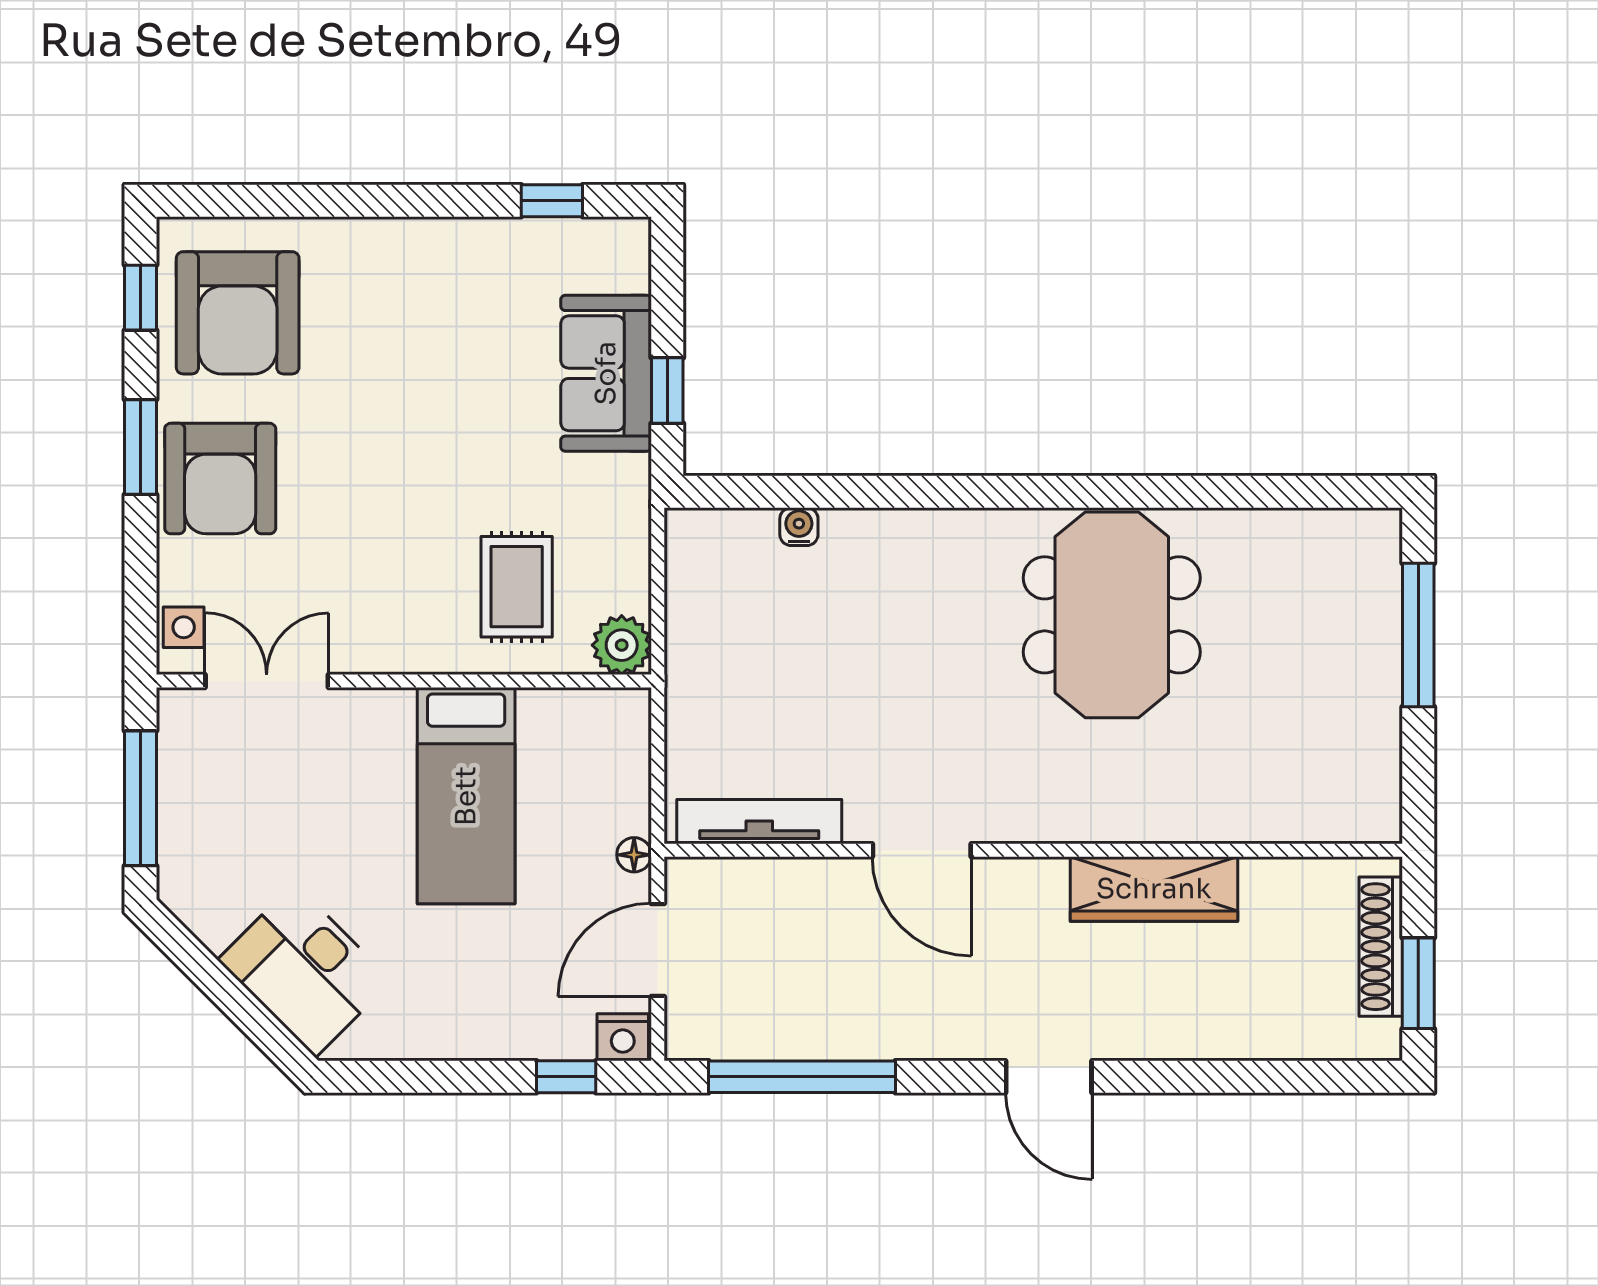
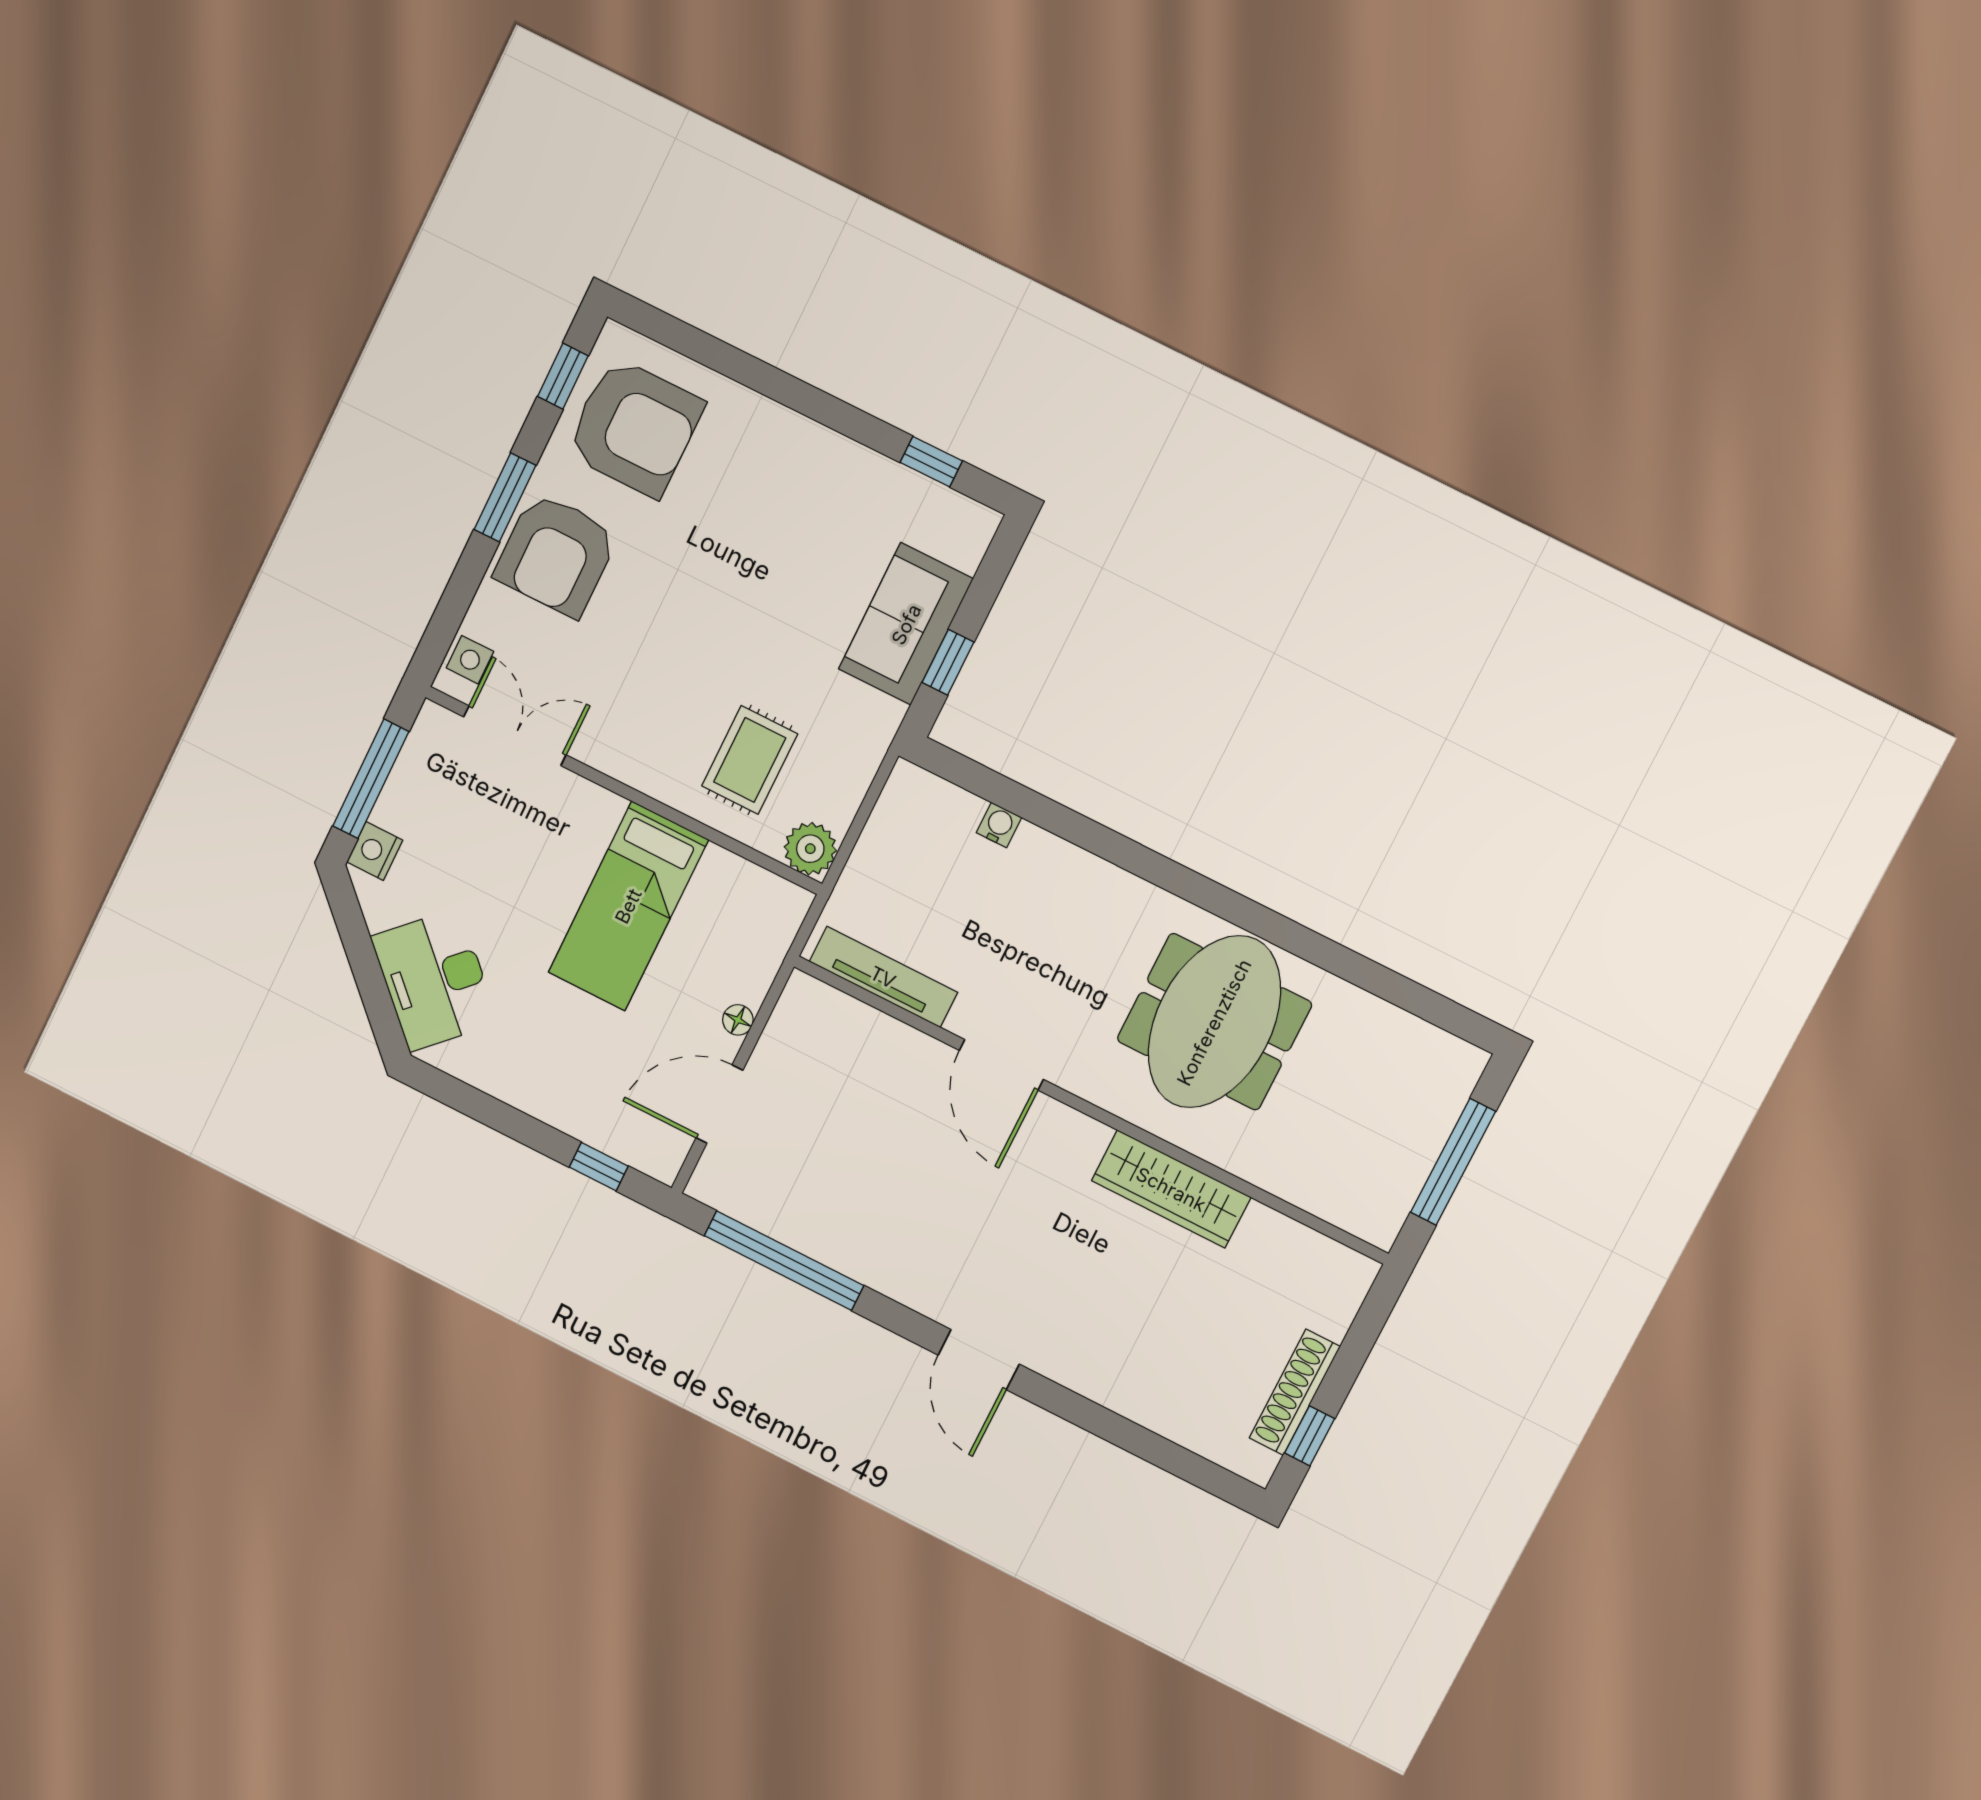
armchair: (238, 313) -> (635, 427), turned -90
tv unit: (759, 822) -> (883, 977), moved
door: (922, 850) -> (1001, 1065), moved
wall: (1033, 850) -> (1090, 1110), moved
wardrobe: (1154, 889) -> (1171, 1189), moved
window: (1418, 983) -> (1310, 1436), width x0.67
nightstand: (623, 1037) -> (375, 851), moved, turned 90

